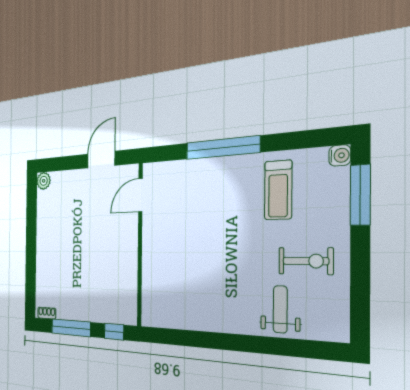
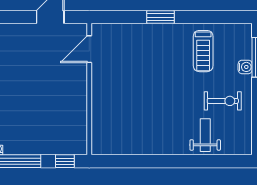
window: (222, 148) -> (161, 17), width x0.47
water cooler: (340, 155) -> (245, 67), moved

